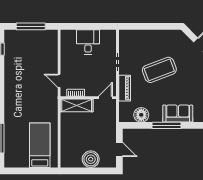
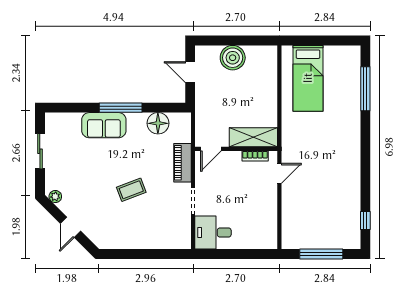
desk: (88, 42) -> (213, 232), moved, turned 90
coffee table: (159, 70) -> (131, 190), width x0.54, depth x0.58
door: (59, 81) -> (279, 173), hinge flipped

